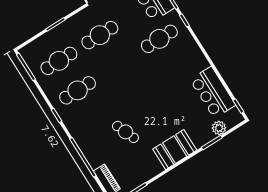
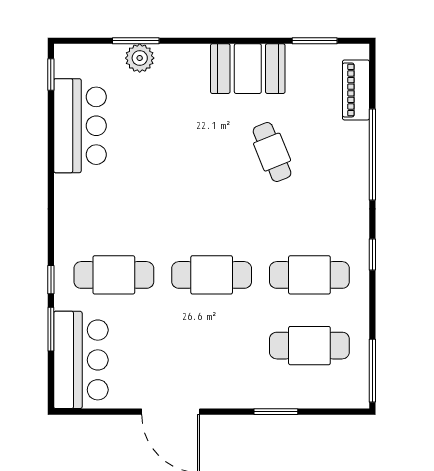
cafe table: (100, 35) -> (212, 275), moved
plant: (219, 128) -> (140, 58), moved
booth: (175, 150) -> (248, 69), moved

